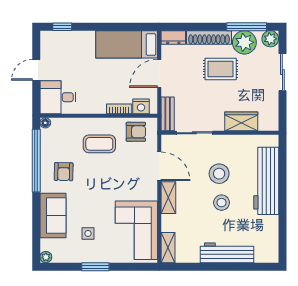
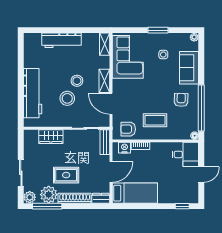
stool: (222, 203) -> (77, 81), moved

